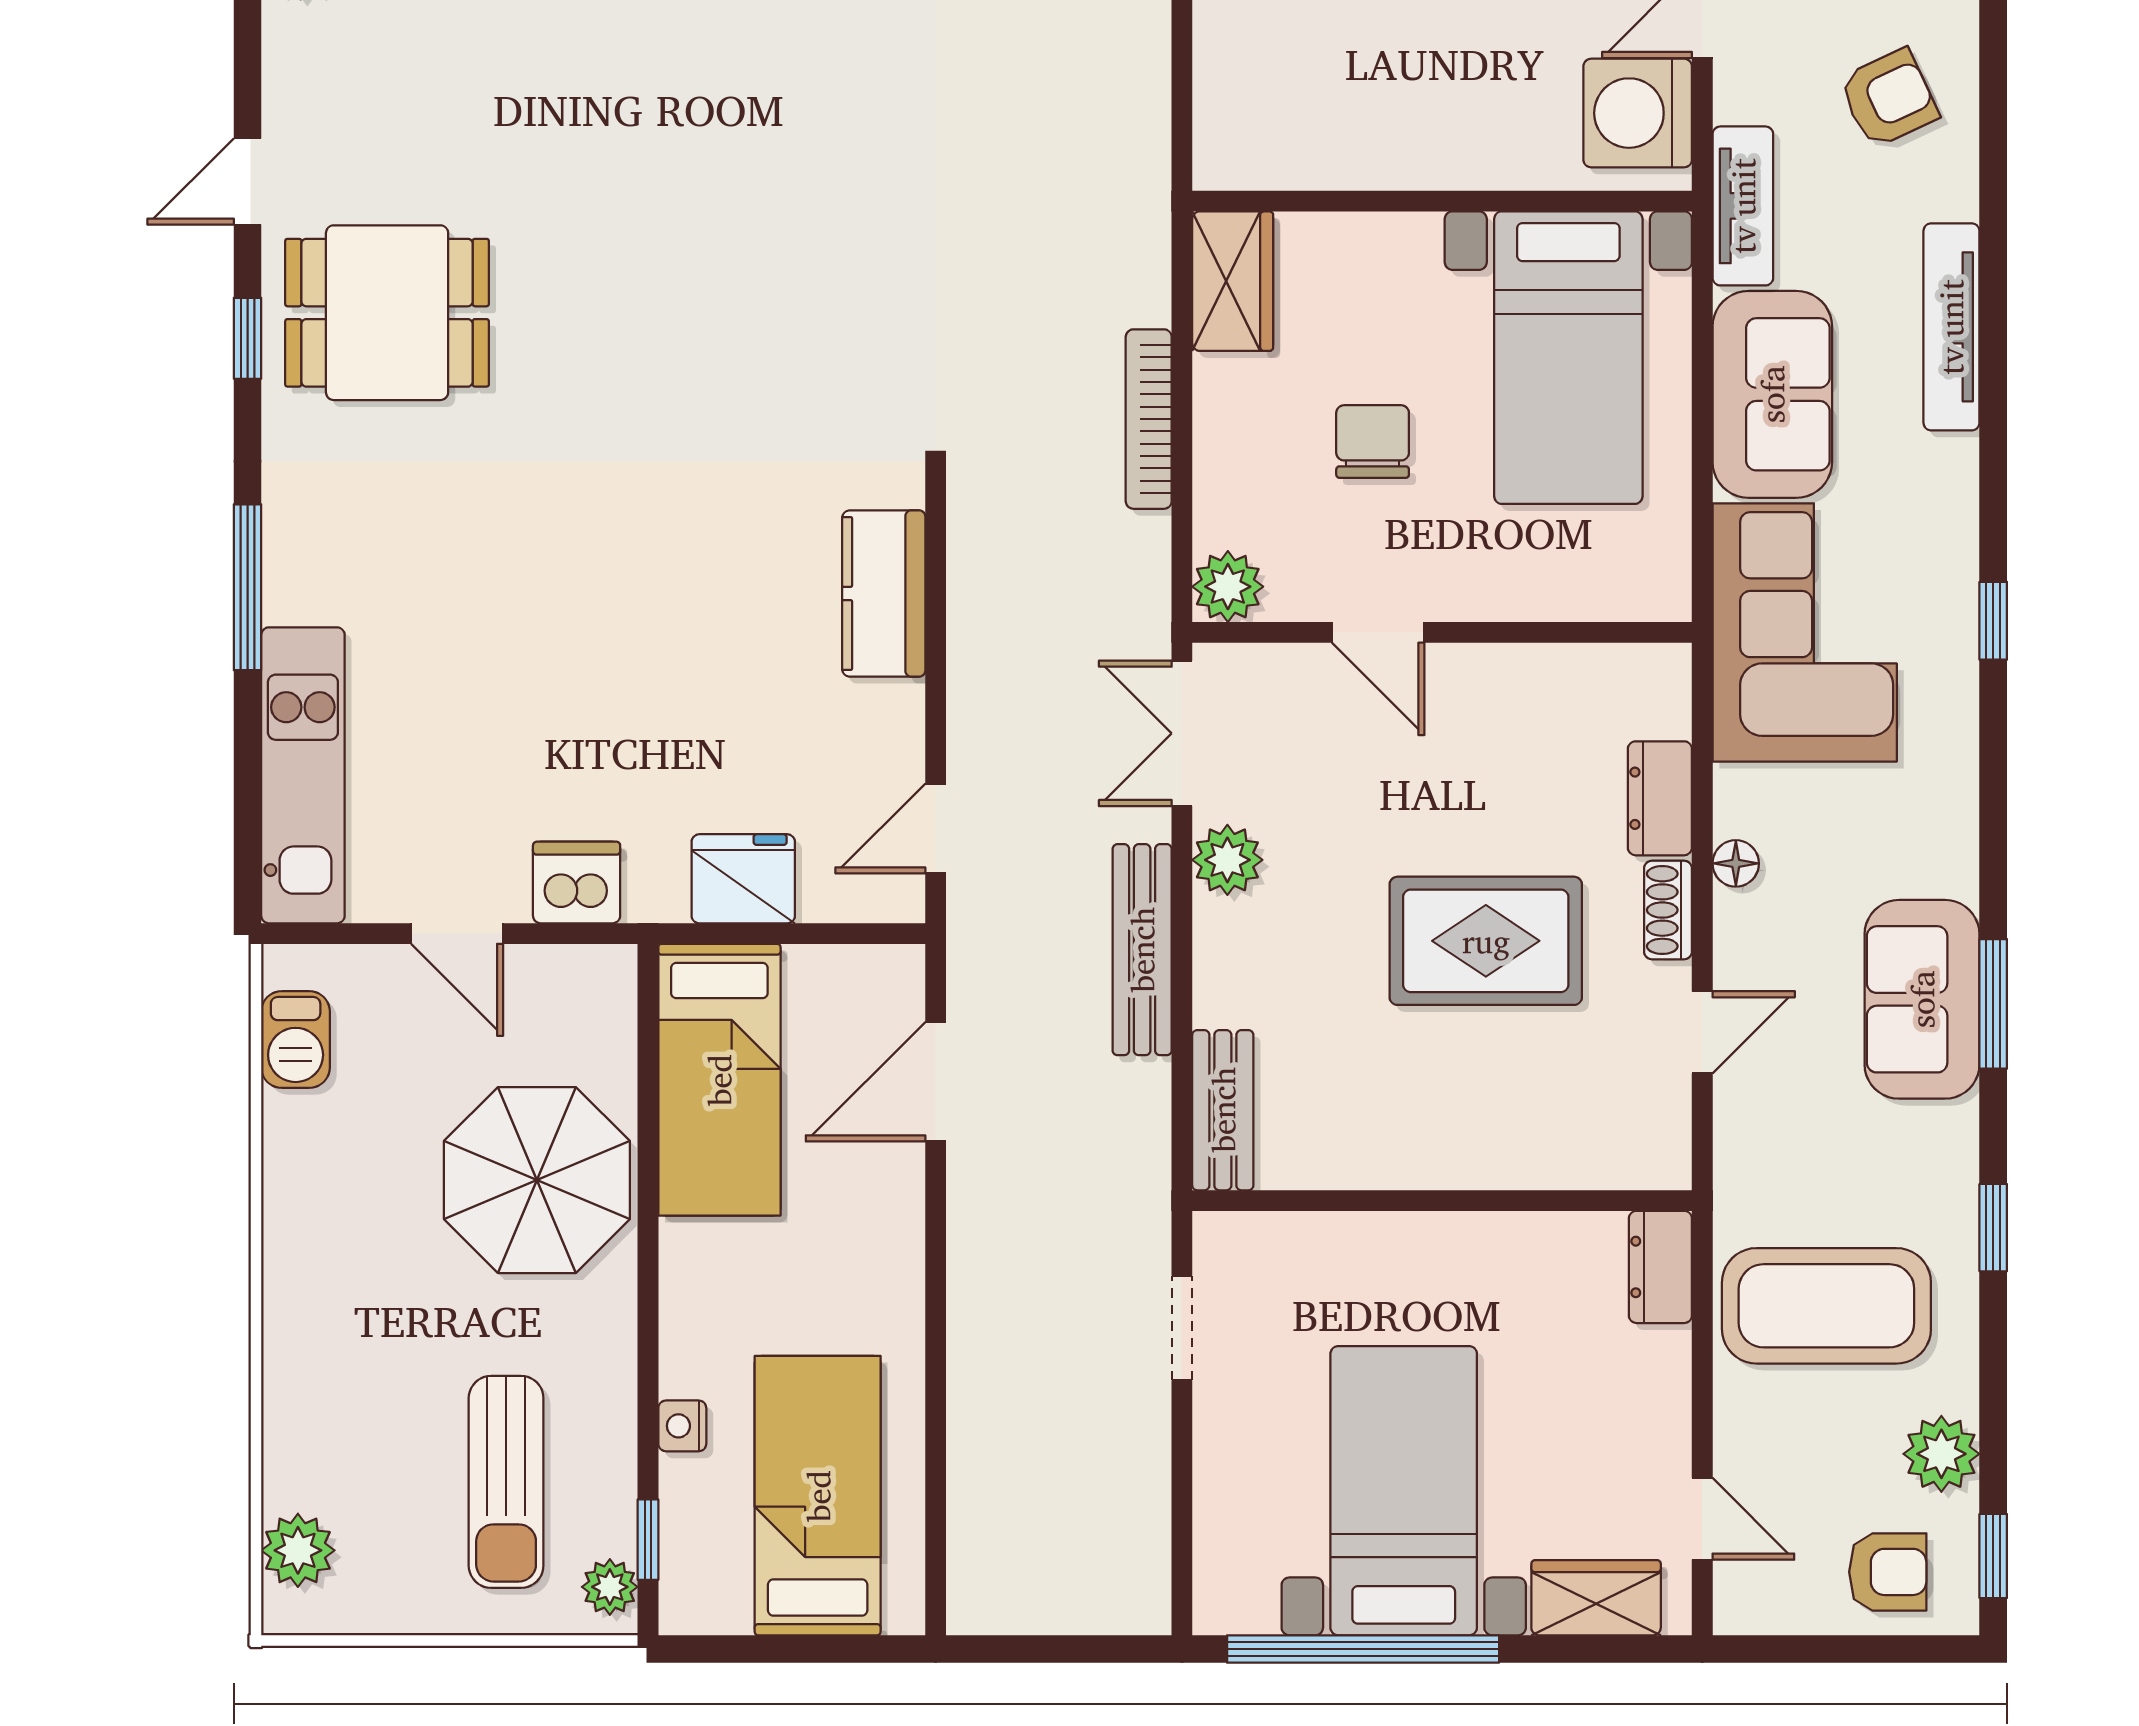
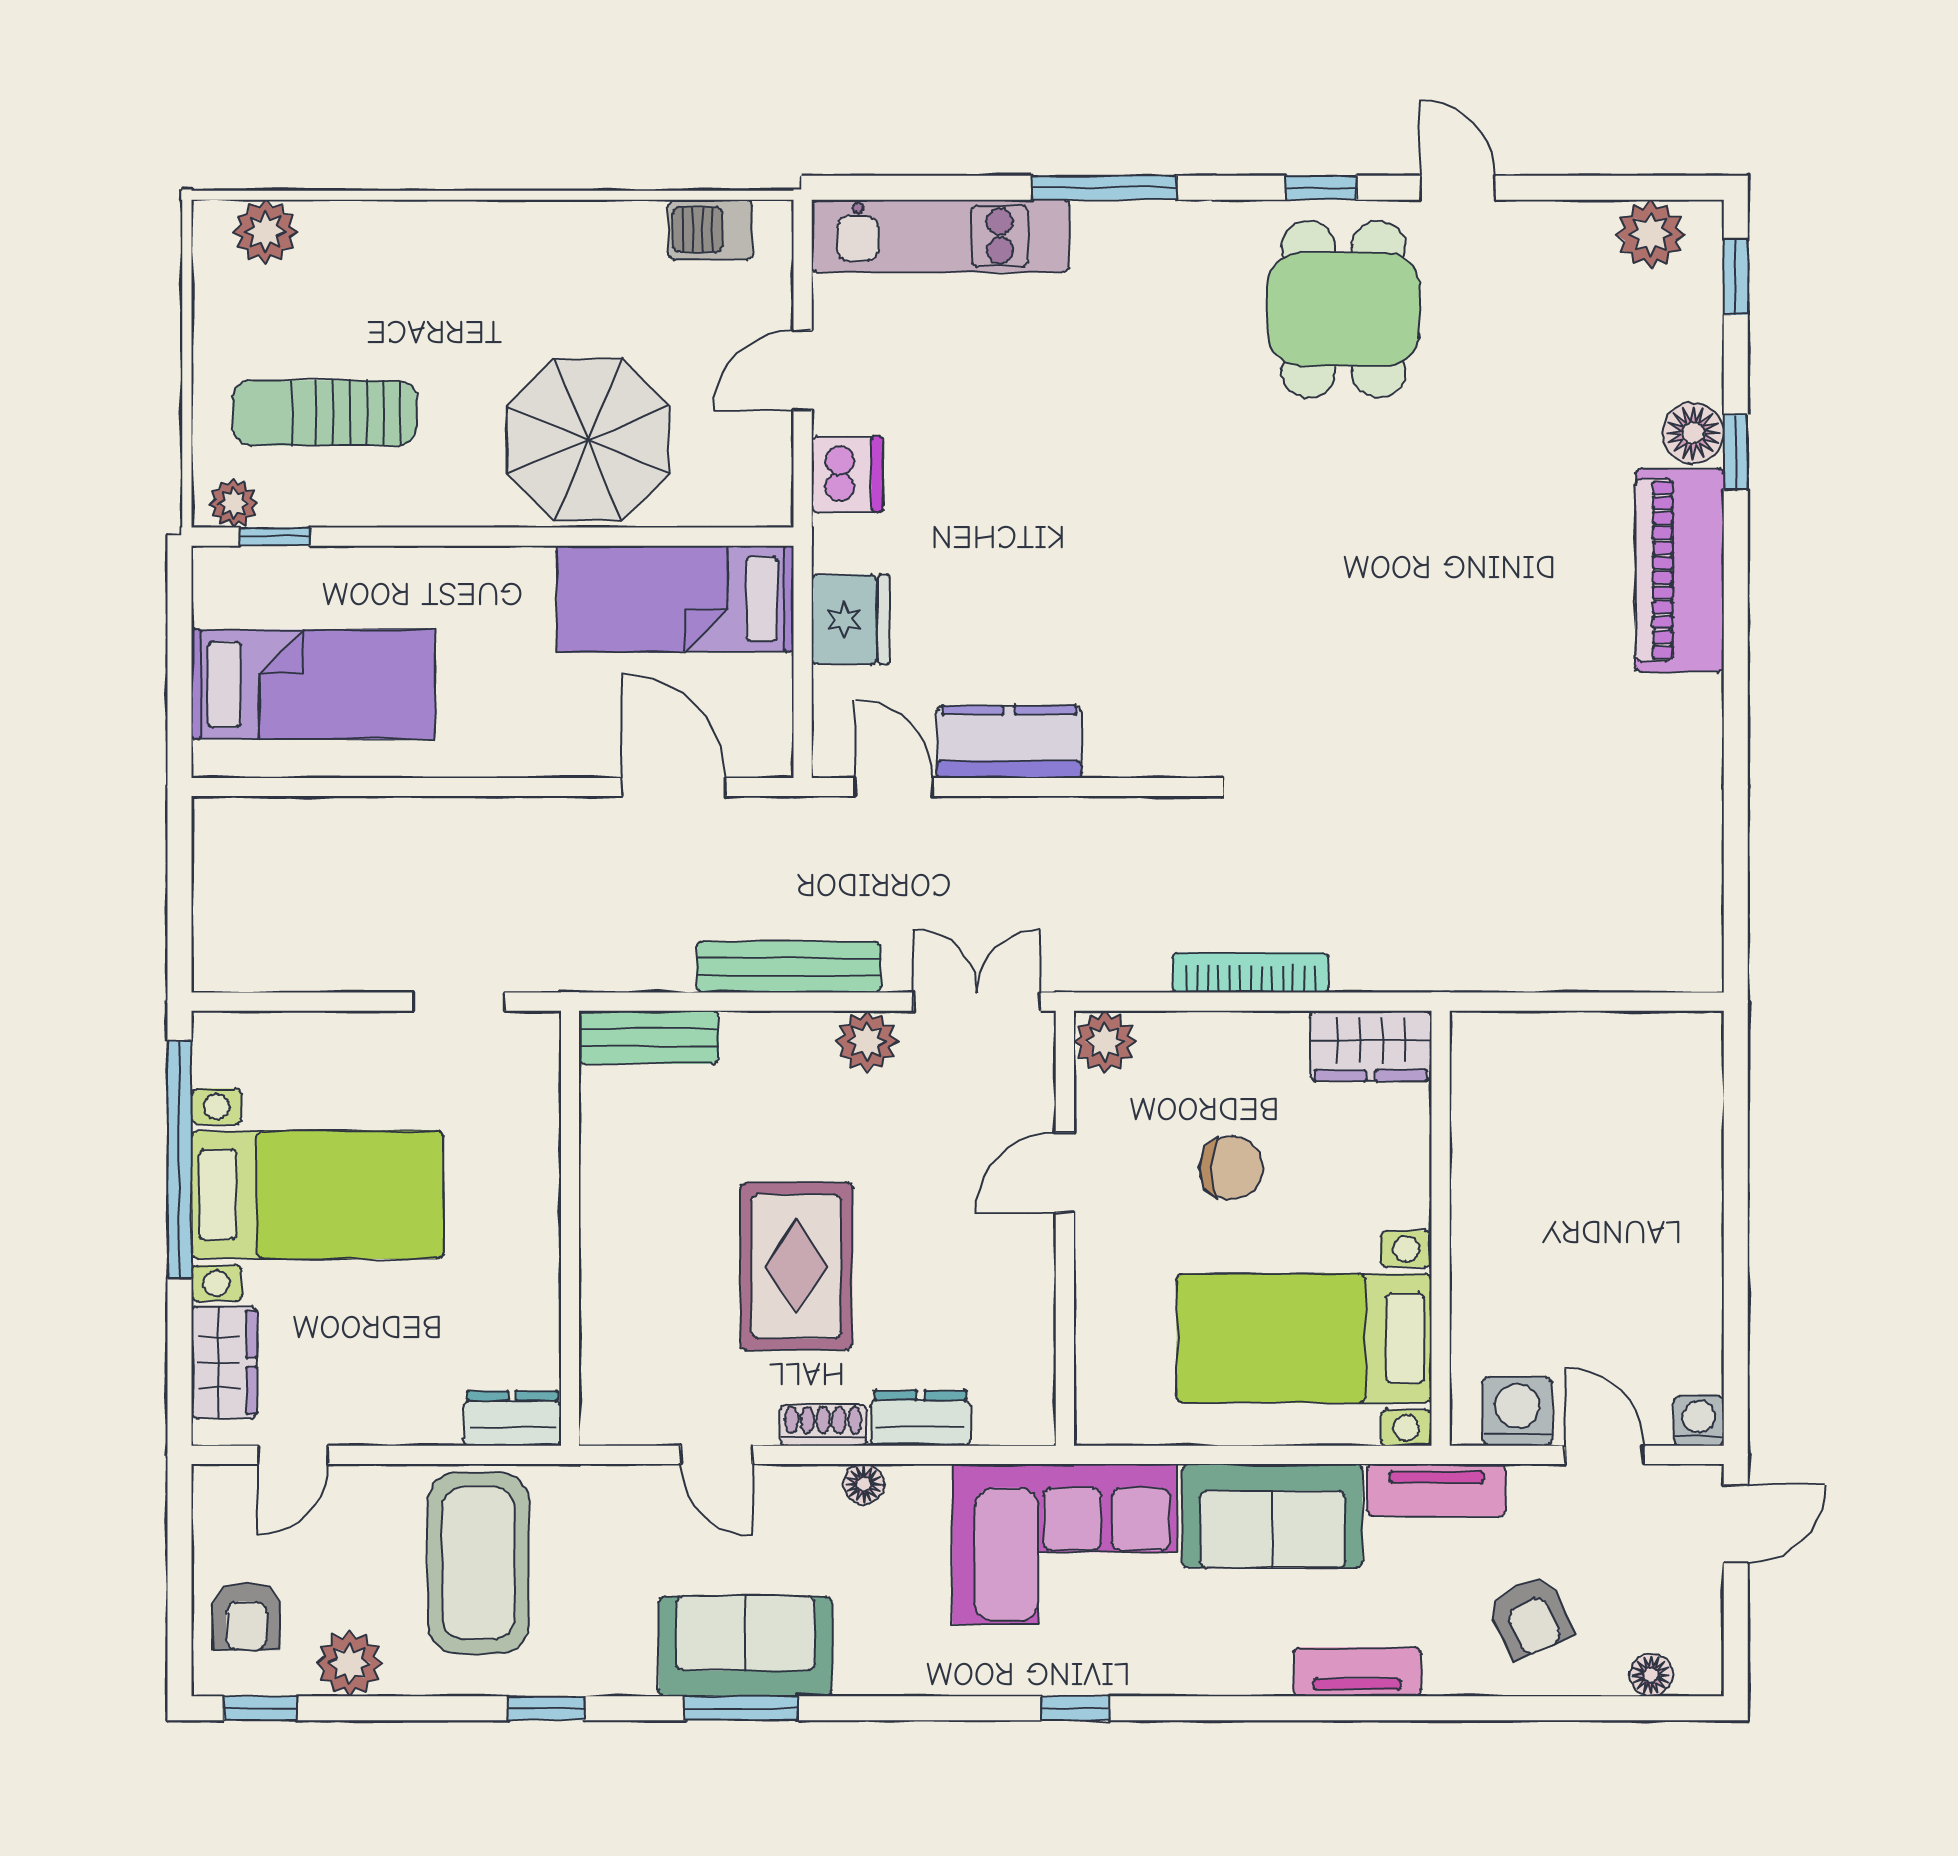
washing machine: (1638, 113) -> (1517, 1411), width x0.73, depth x0.73
tv unit: (1951, 327) -> (1357, 1672), width x0.71
kitchen counter: (884, 594) -> (1009, 742), moved
nightstand: (682, 1426) -> (374, 566), removed

